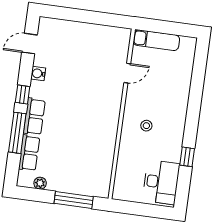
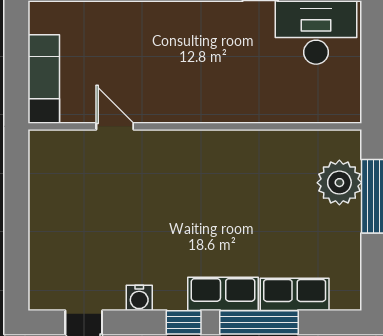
stool: (146, 126) -> (211, 76), removed
plant: (40, 183) -> (339, 183), moved, width x1.88, depth x1.88

